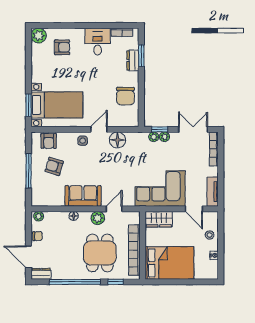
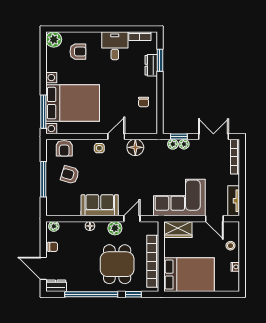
chair: (125, 96) -> (144, 102), width x0.54, depth x0.54
window: (28, 105) -> (43, 112), width x1.44
bed with nightstands: (57, 105) -> (73, 103), width x1.36

